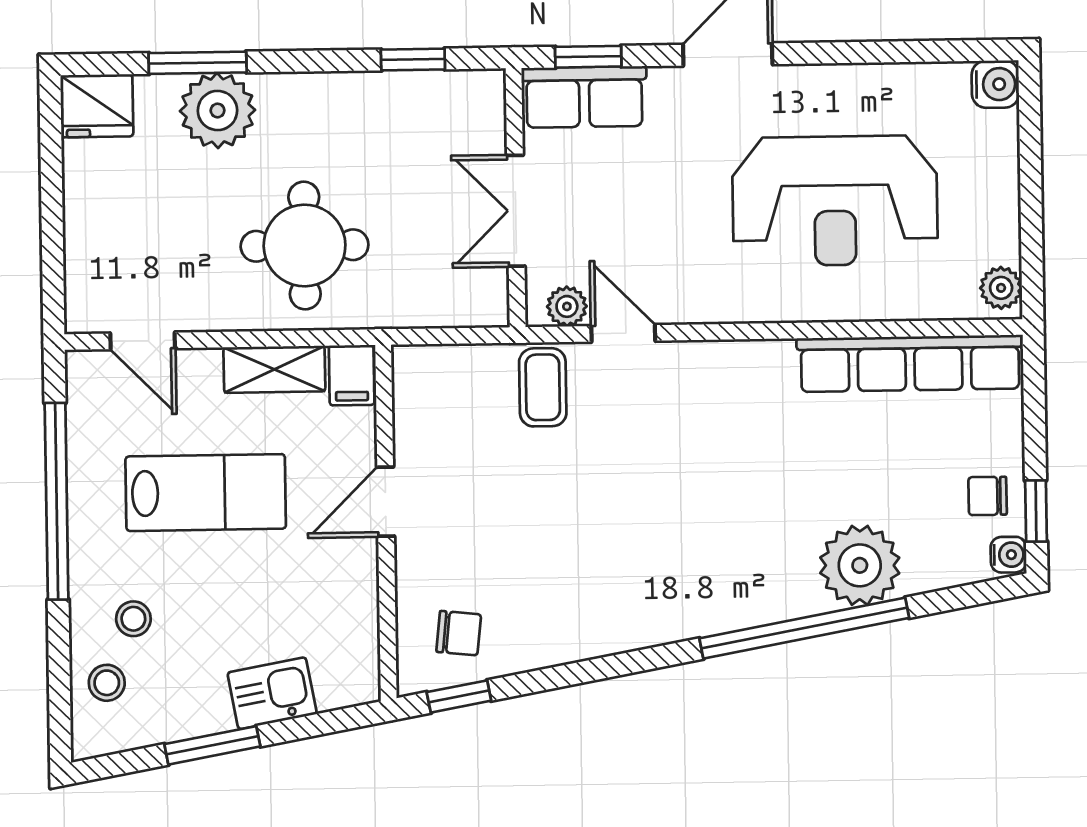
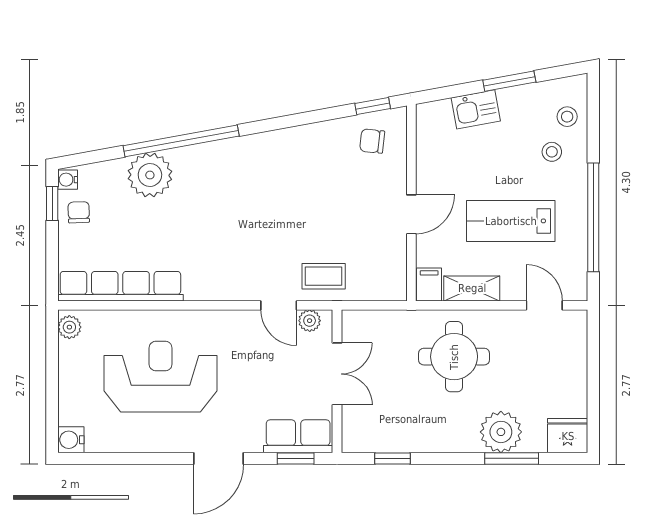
coffee table: (543, 387) -> (324, 276), turned 90
chair: (988, 496) -> (79, 212), turned -92

